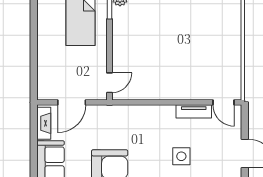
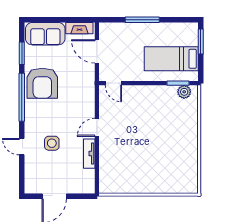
window: (34, 48) -> (142, 20), added
door: (223, 102) -> (97, 127), moved

